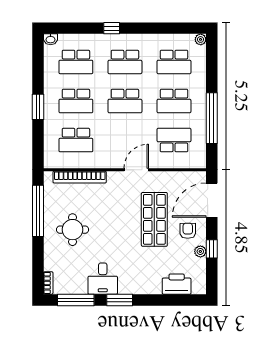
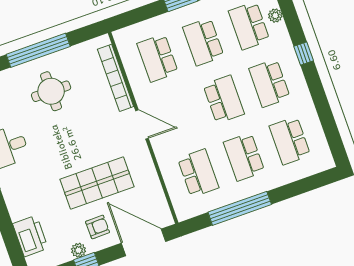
plant: (201, 39) -> (275, 16), moved
school desk: (125, 101) -> (224, 99), turned 180
door: (136, 170) -> (142, 124), moved
window: (38, 211) -> (38, 50), moved

